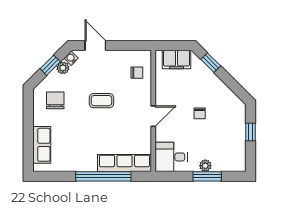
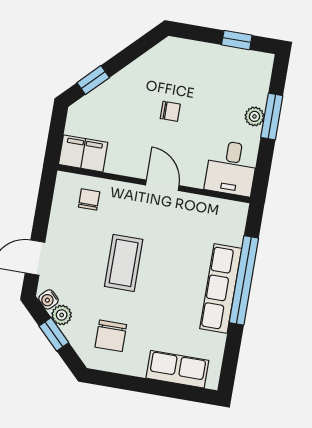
filing cabinet: (176, 59) -> (83, 153), moved, turned -90
chair: (55, 100) -> (111, 336), turned -90
coffee table: (101, 101) -> (124, 263), width x1.36, depth x1.30
window: (250, 132) -> (237, 40), moved
row of seats: (124, 163) -> (221, 288), moved

